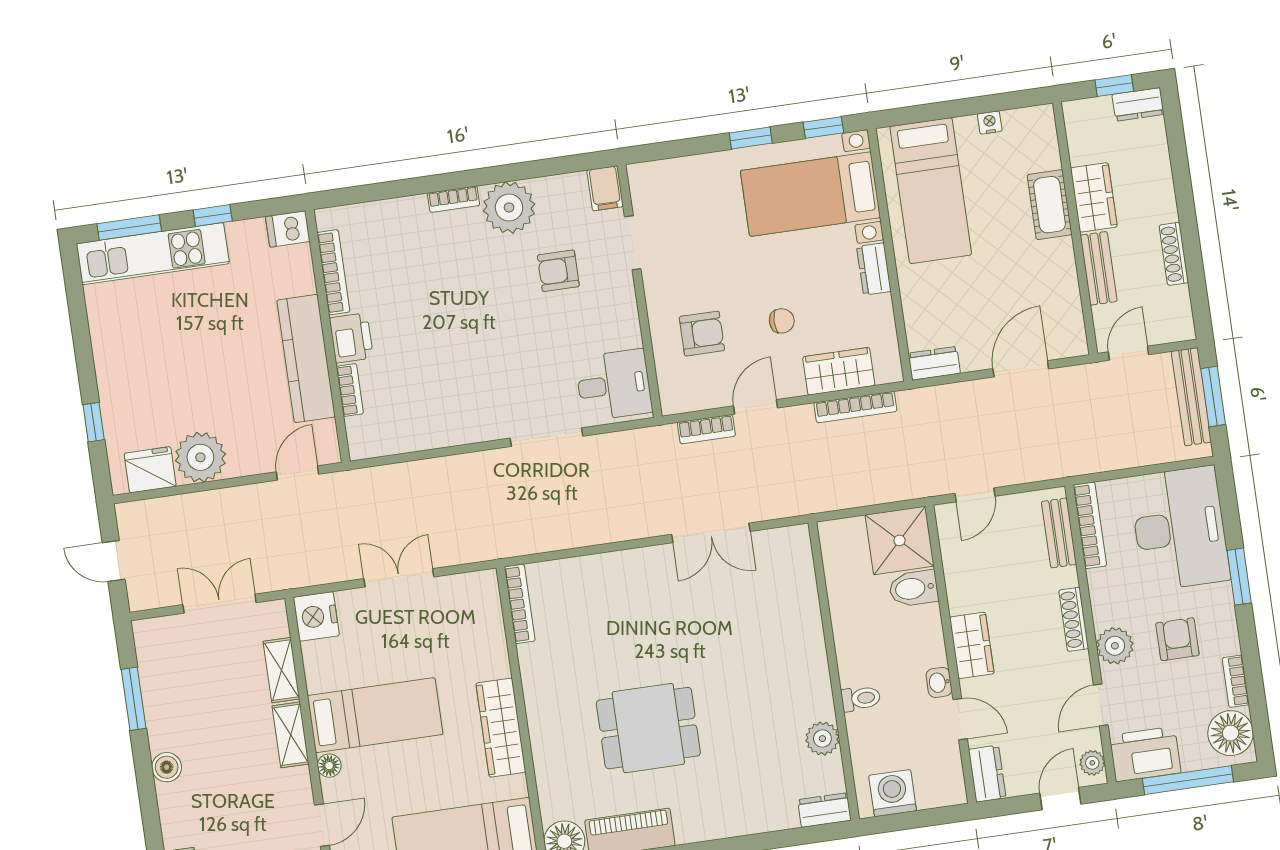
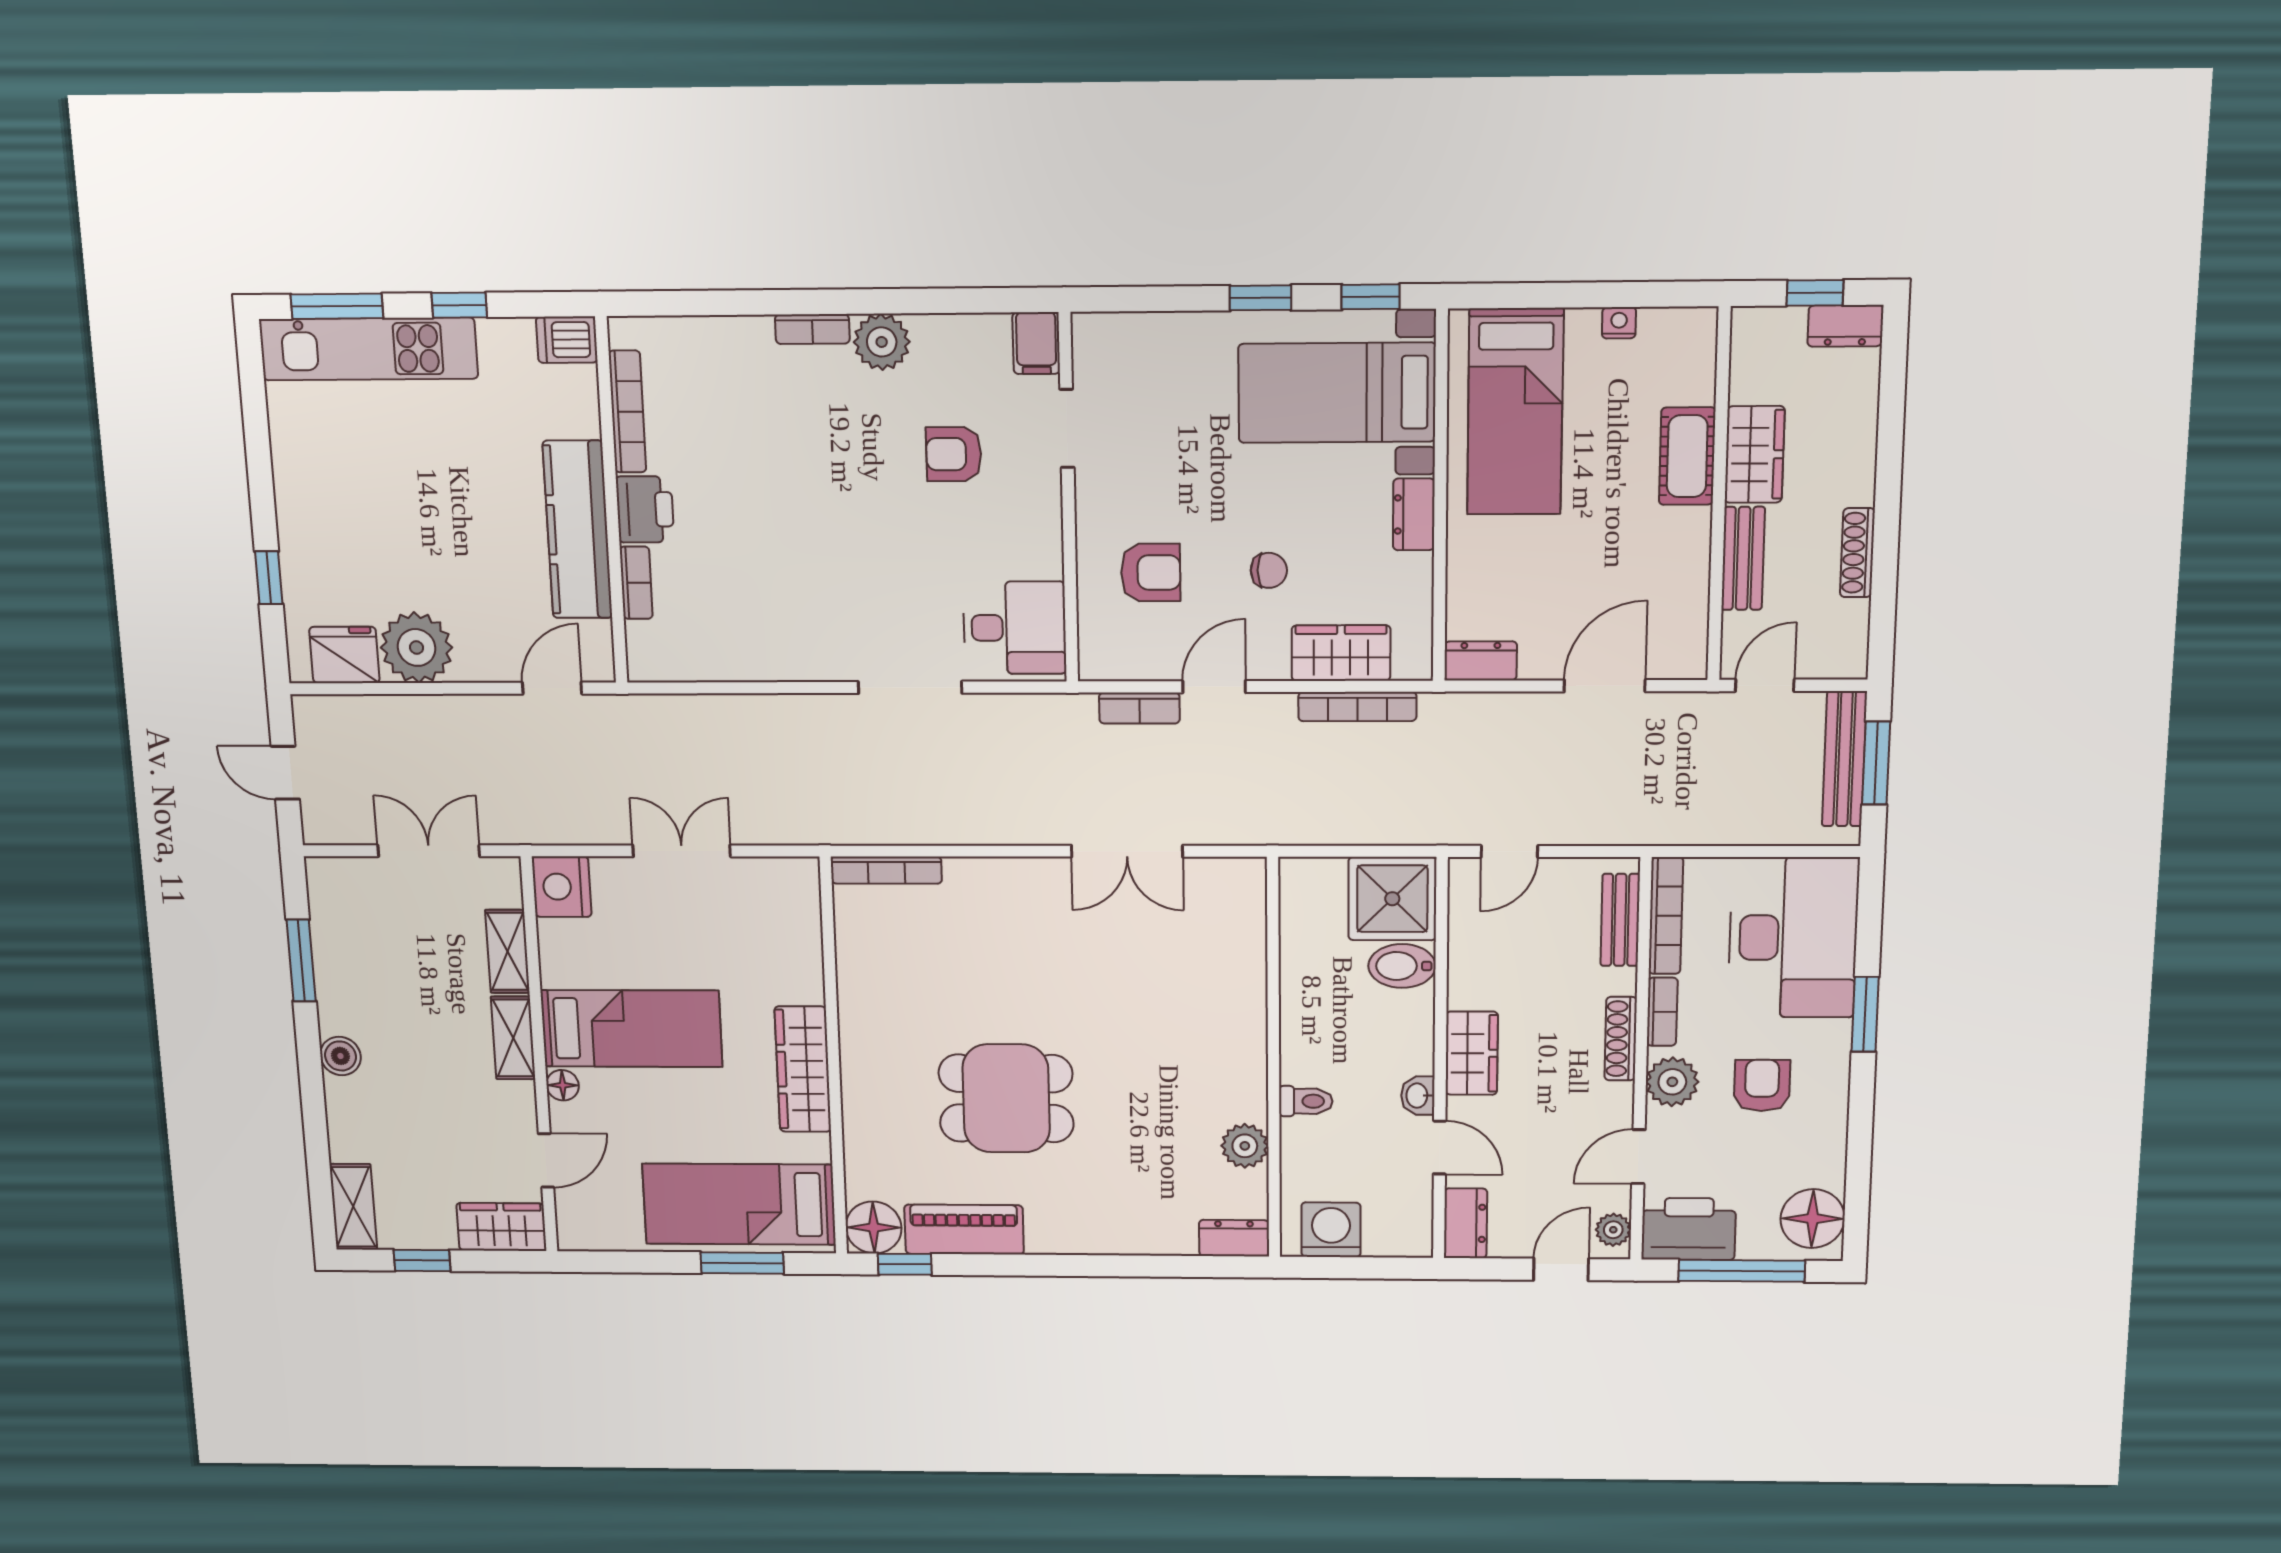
plant: (509, 207) -> (882, 342), width x0.73, depth x0.73
bookcase: (520, 604) -> (886, 870), moved, turned 90
bookcase: (1236, 681) -> (1662, 1012), moved, turned 180

